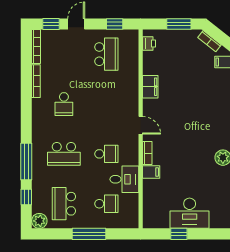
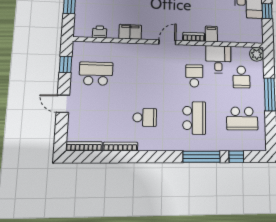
window: (51, 24) -> (61, 130), removed
printer: (149, 43) -> (100, 32), moved
school desk: (106, 204) -> (241, 77), turned 180
plant: (39, 221) -> (257, 54), moved

